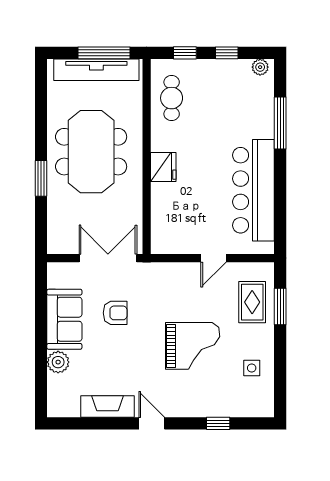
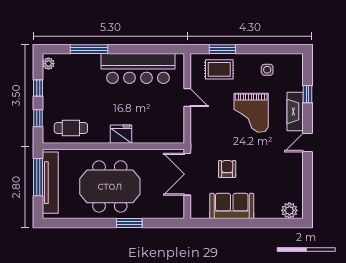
grand piano: (193, 346) -> (251, 113), turned 180
plant: (58, 362) -> (289, 210), moved
fireplace: (107, 406) -> (295, 111), moved

